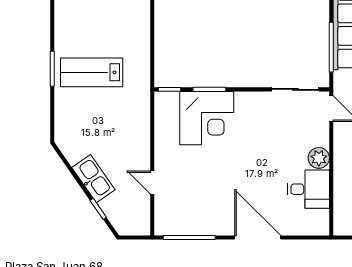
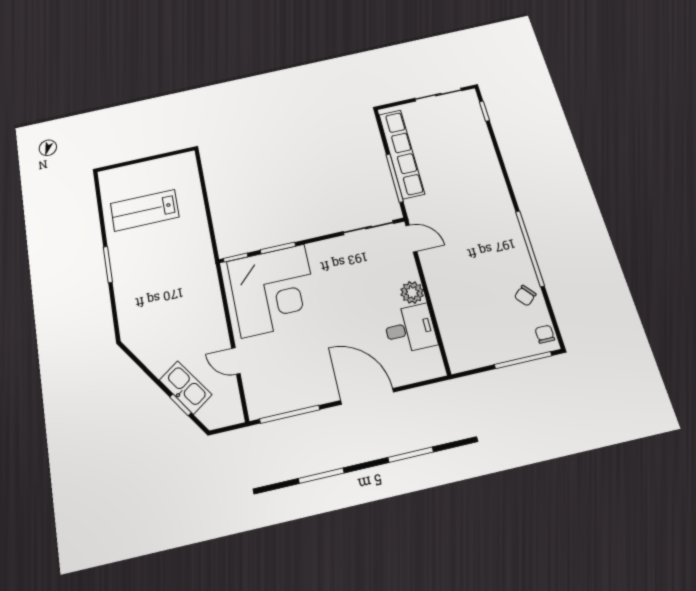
lab bench: (92, 72) -> (145, 210), moved
corner desk: (207, 118) -> (273, 291), width x1.36, depth x1.36
kitchen sink: (93, 179) -> (185, 387), moved

